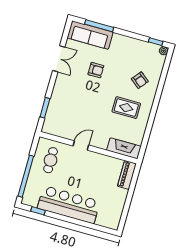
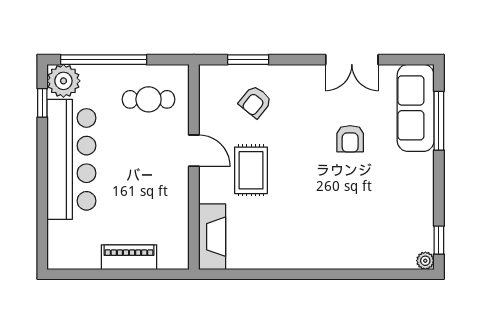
armchair: (140, 80) -> (255, 102), moved
rug: (126, 108) -> (251, 170), moved
piano: (127, 175) -> (129, 257), moved
plant: (30, 198) -> (63, 81), added

